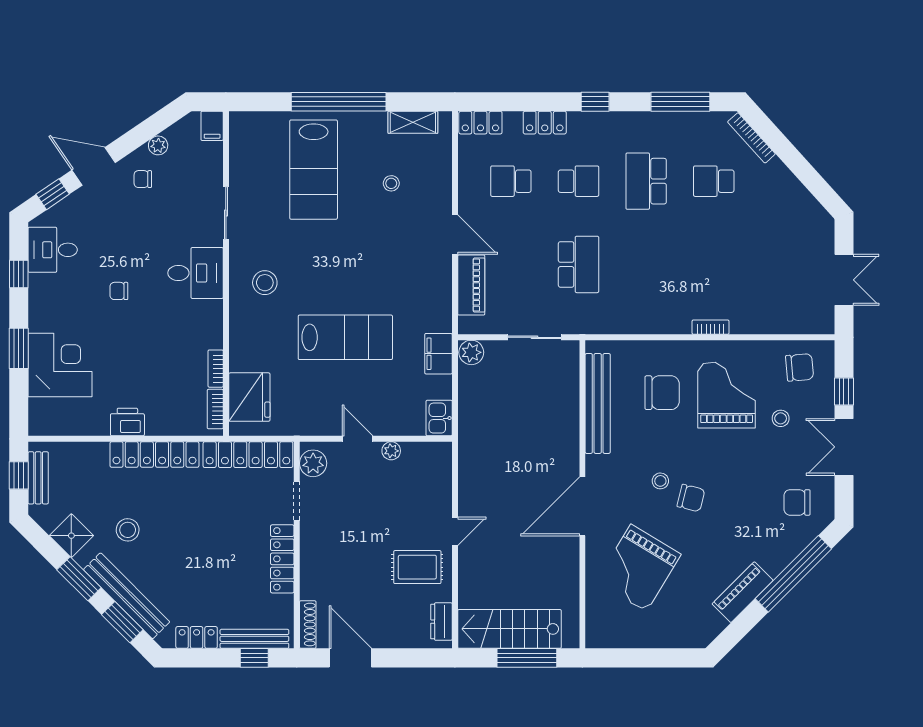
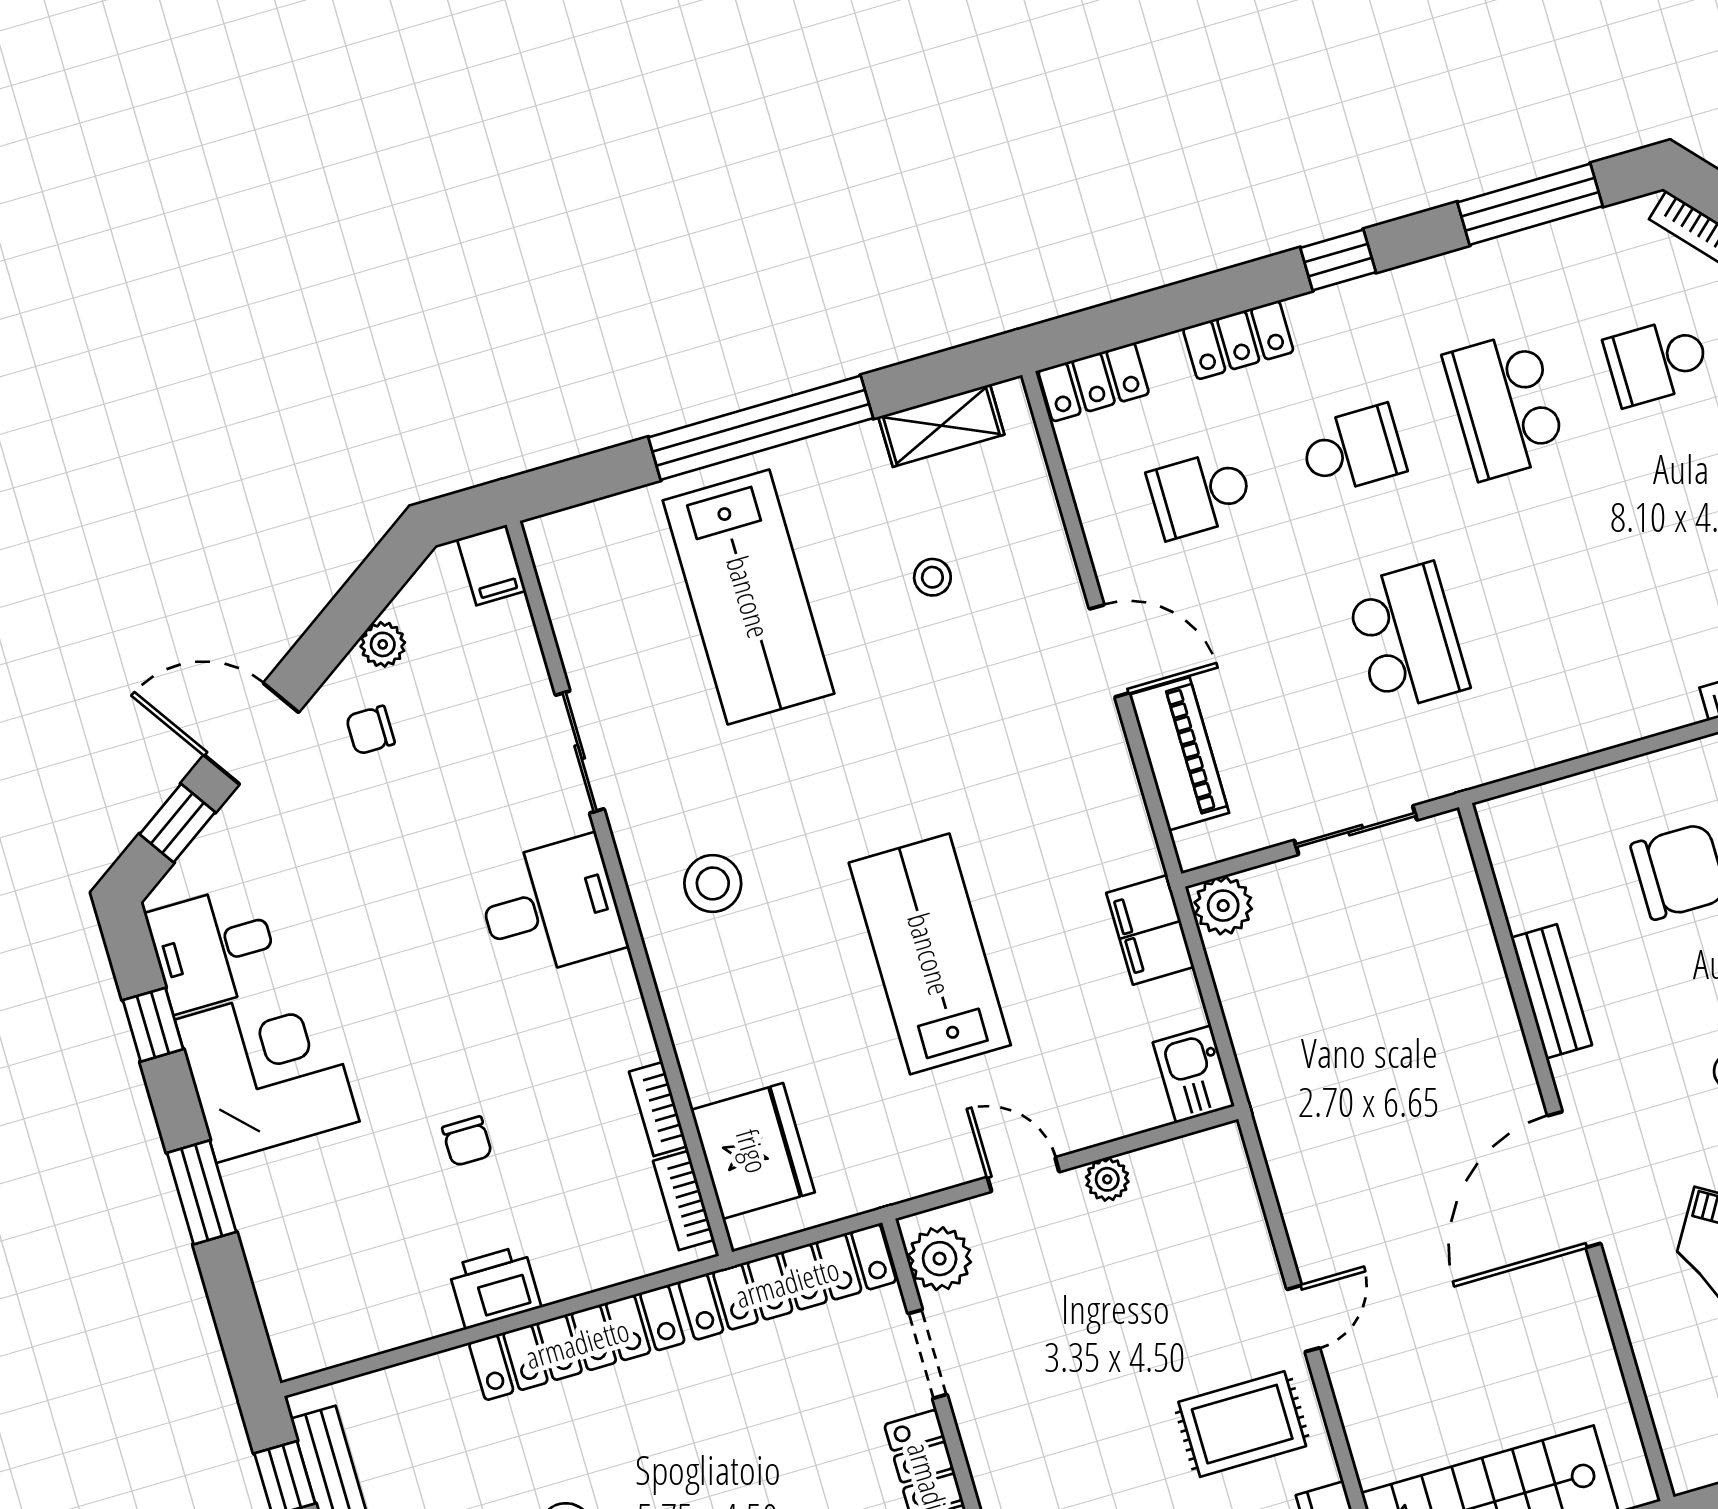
chair: (119, 291) -> (467, 1141), moved, turned -90
lab bench: (345, 337) -> (930, 954), turned -90
corner desk: (60, 365) -> (267, 1071), moved
bench: (598, 403) -> (1551, 991), width x0.54, depth x0.82

